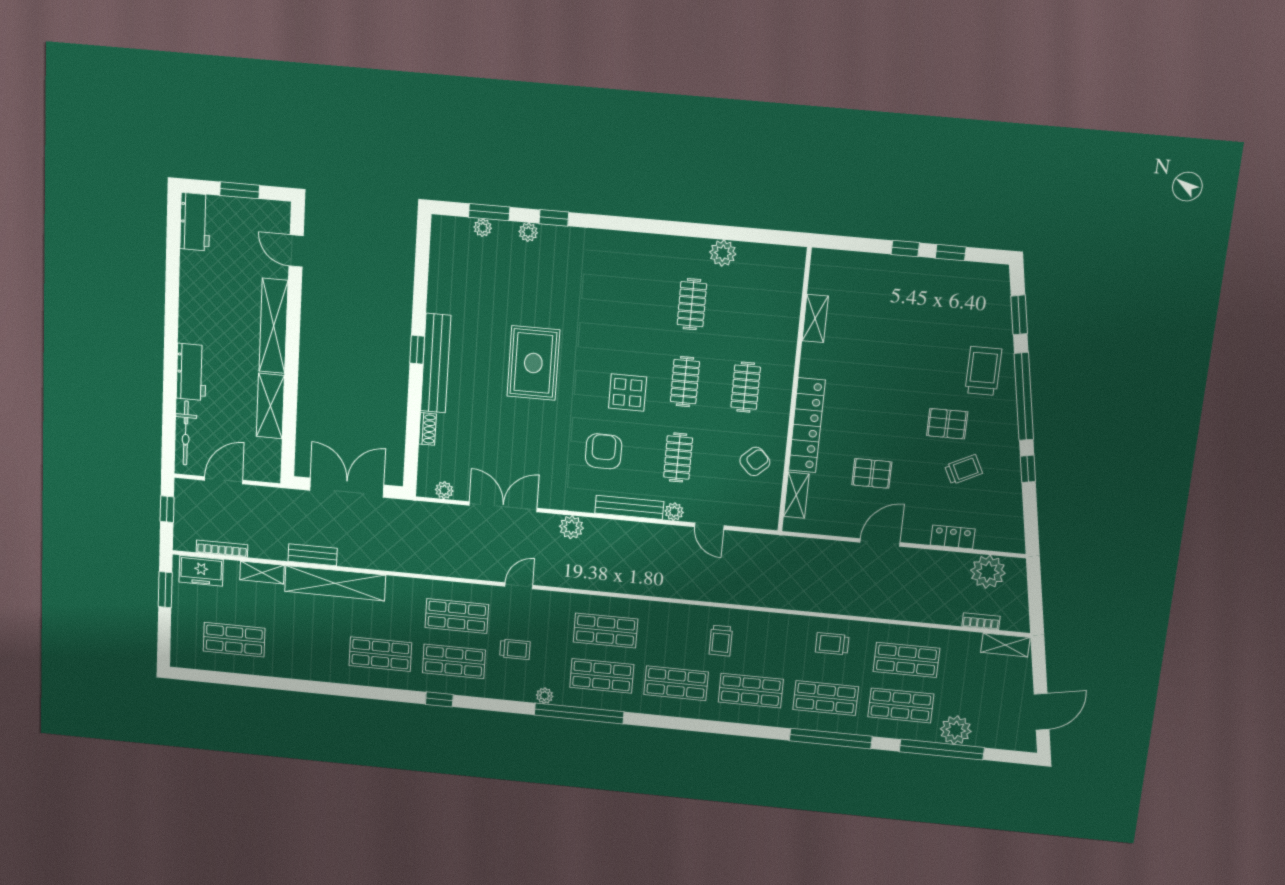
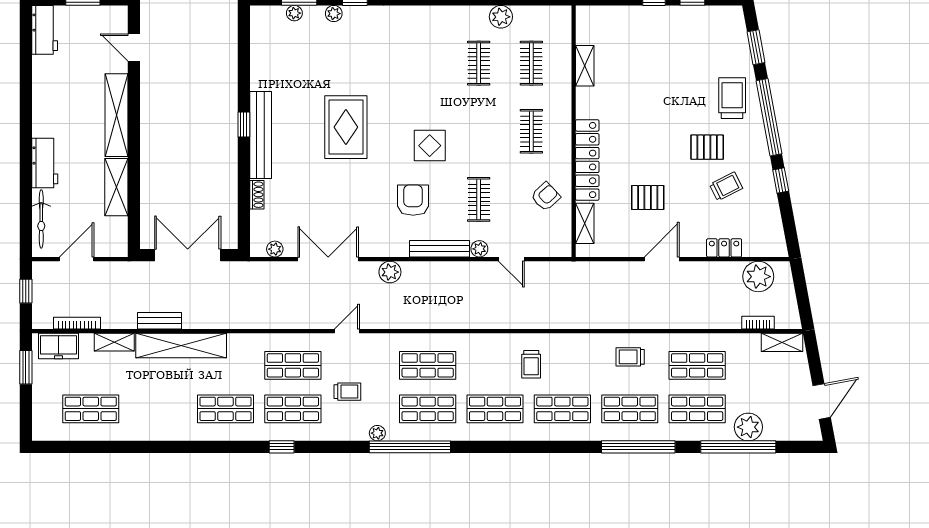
clothes rail: (685, 382) -> (531, 63), moved

